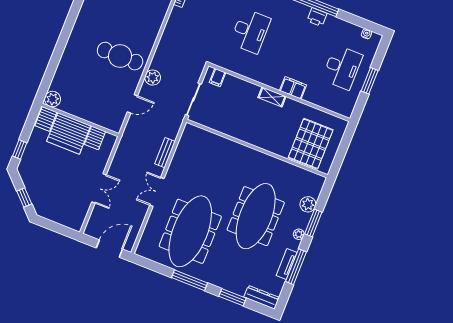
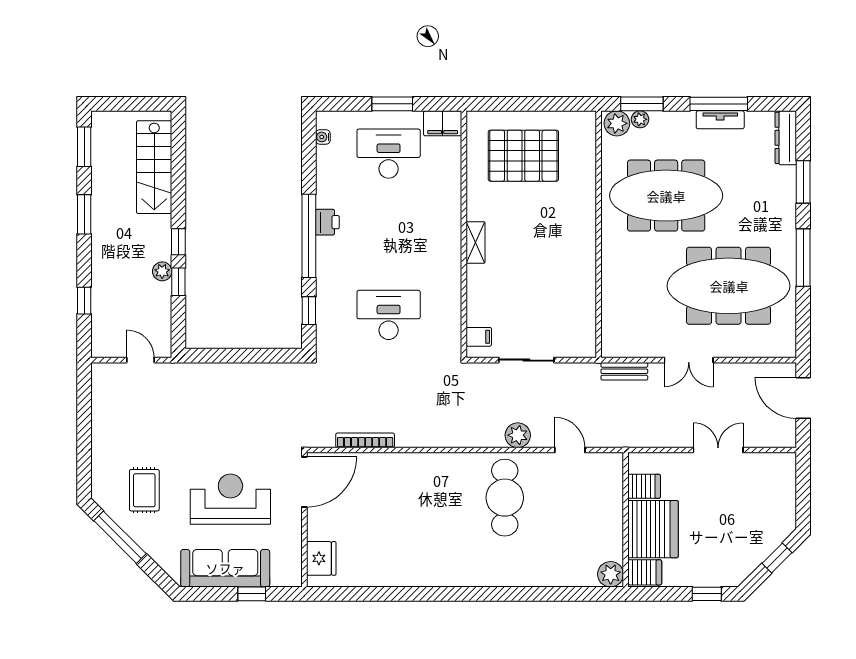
filing cabinet: (293, 88) -> (443, 123), moved, turned -90
wall: (257, 148) -> (599, 234), moved
plant: (299, 234) -> (640, 119), moved

